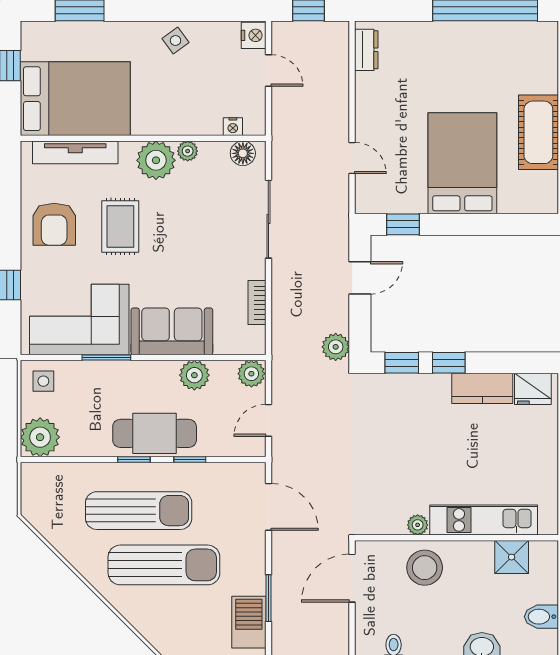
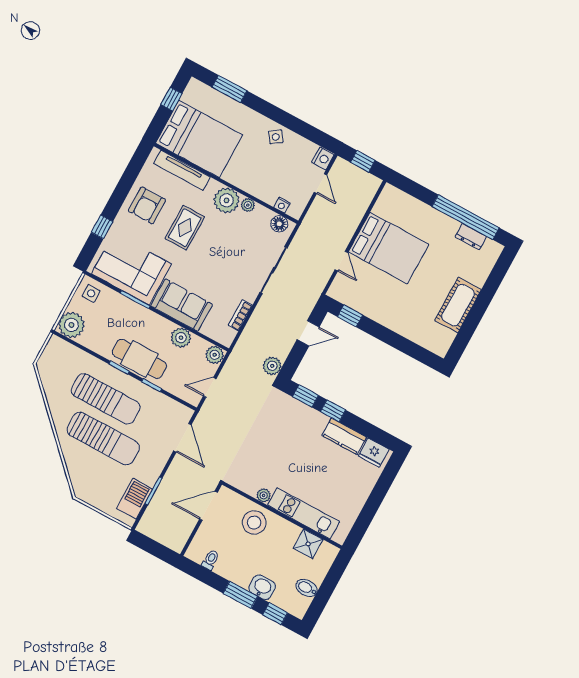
dresser: (366, 50) -> (471, 237), moved, turned 90
bed: (462, 163) -> (389, 248), moved, turned 90

